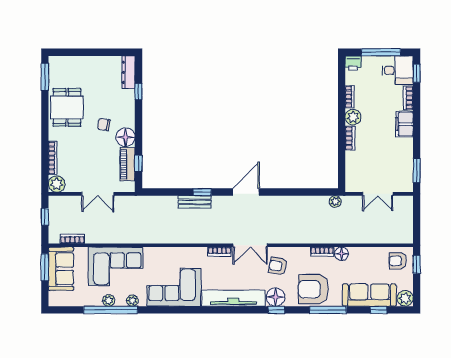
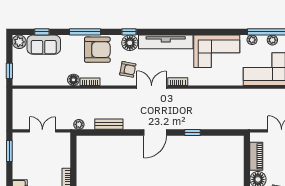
window: (138, 163) -> (247, 157), removed
bench: (195, 202) -> (109, 124), moved
armchair: (398, 261) -> (25, 74), removed
sofa: (369, 295) -> (44, 45), width x0.73

